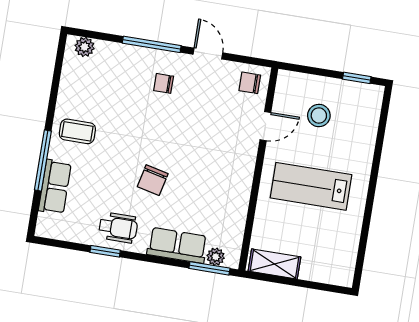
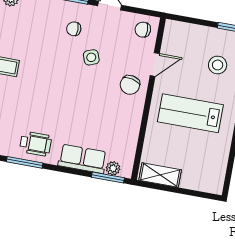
stool: (319, 115) -> (218, 65), moved
side table: (186, 119) -> (91, 57), added
chair: (153, 180) -> (130, 85), moved
window: (105, 251) -> (25, 162), width x1.50

